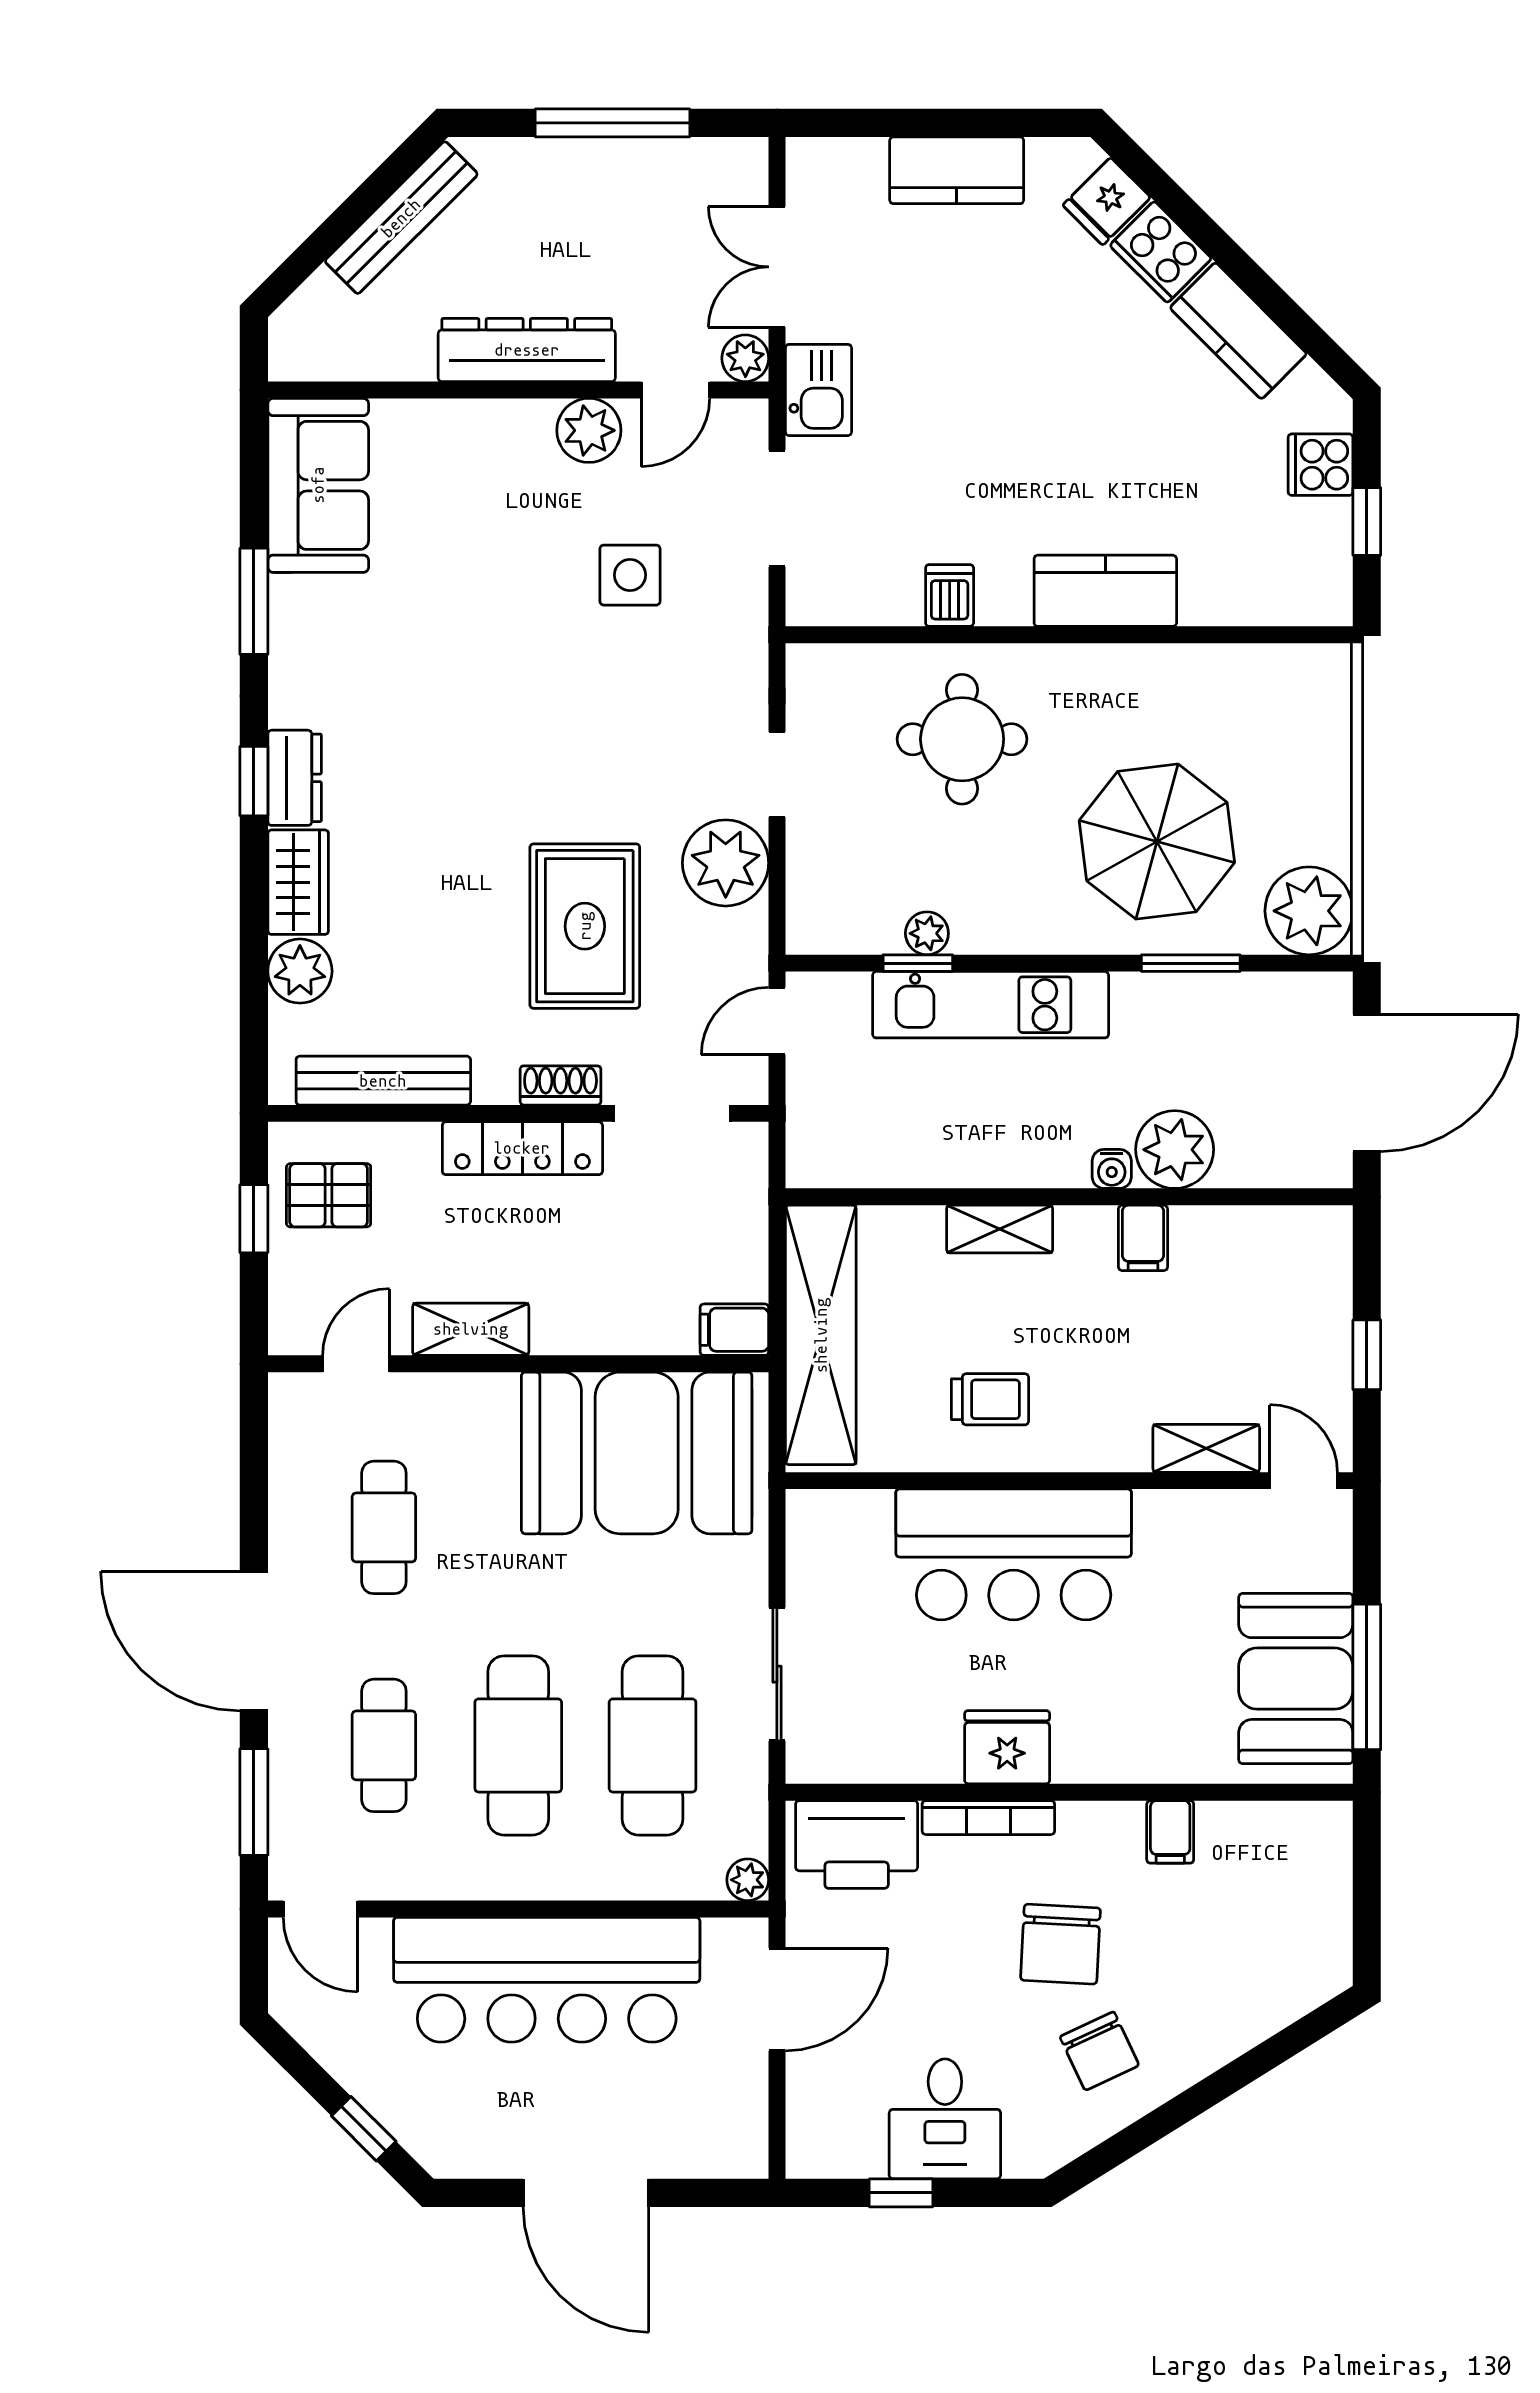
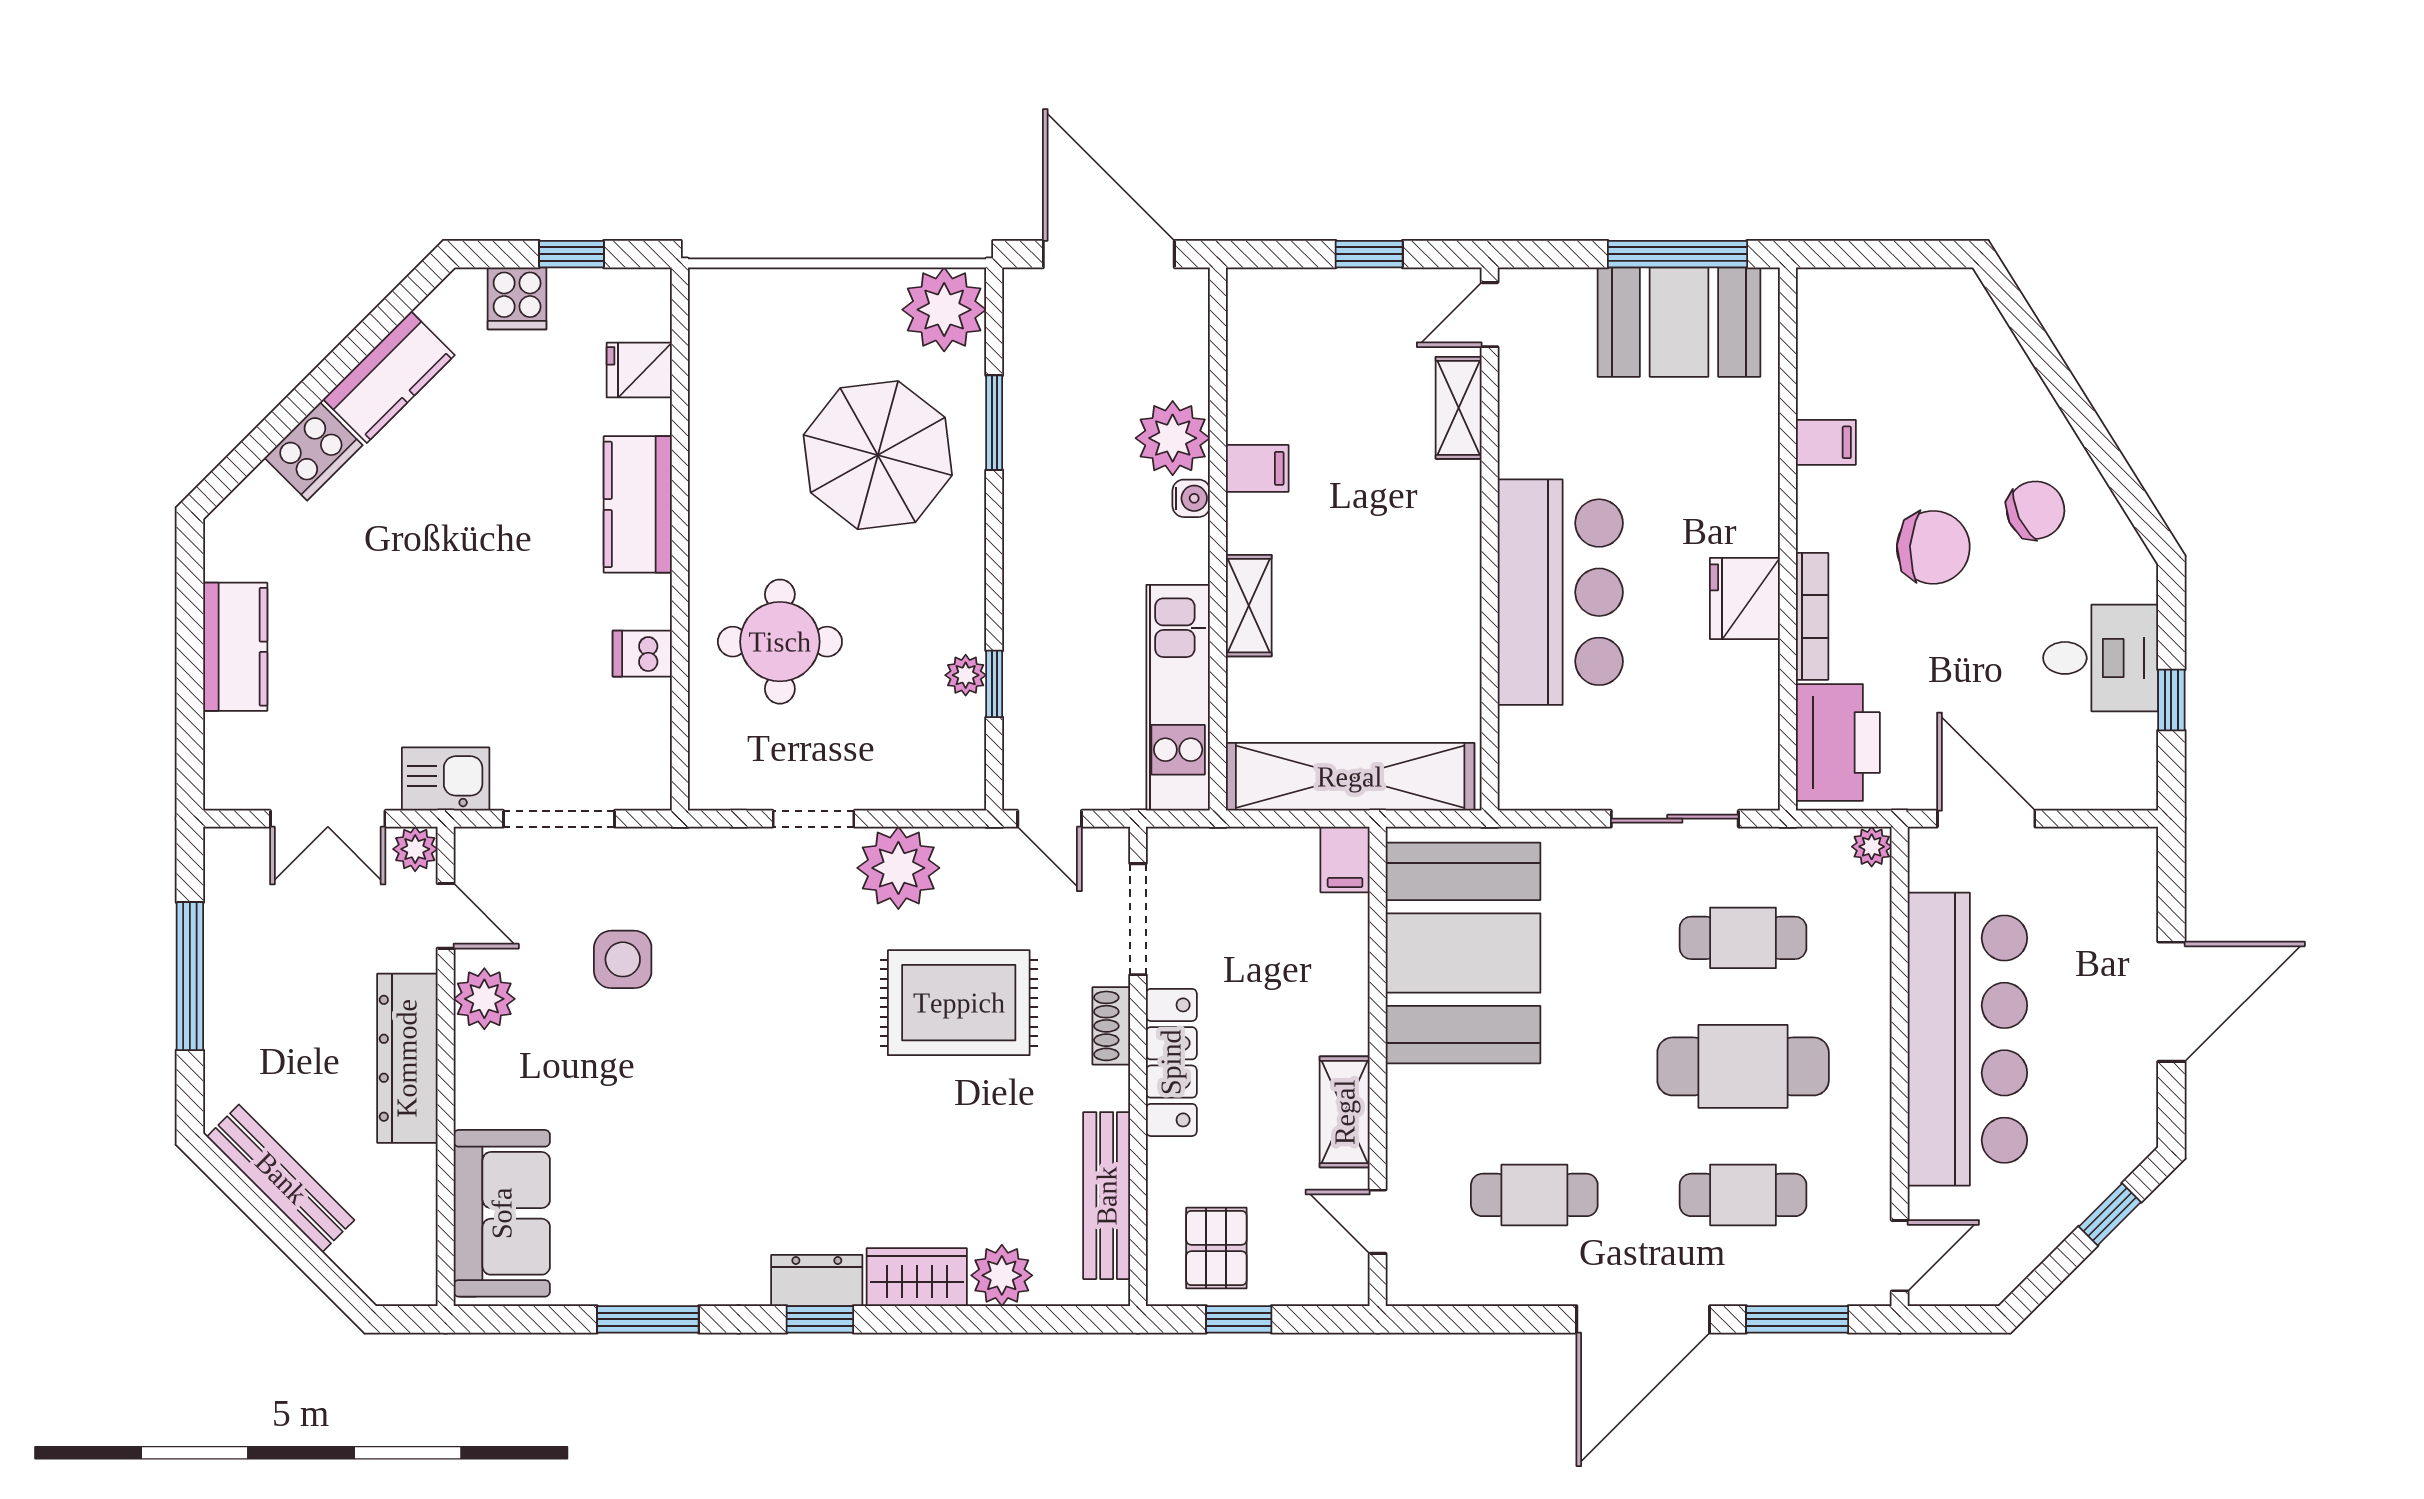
fridge: (1107, 201) -> (639, 370), moved, turned 135
sofa: (318, 485) -> (502, 1213), moved, turned 90
kitchen unit: (991, 1005) -> (1178, 698), moved, turned 180
trolley: (990, 1399) -> (1412, 615), removed
cafe table: (653, 1745) -> (1743, 938), width x0.73, depth x0.74

